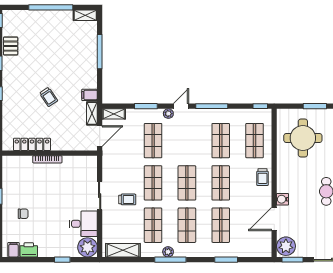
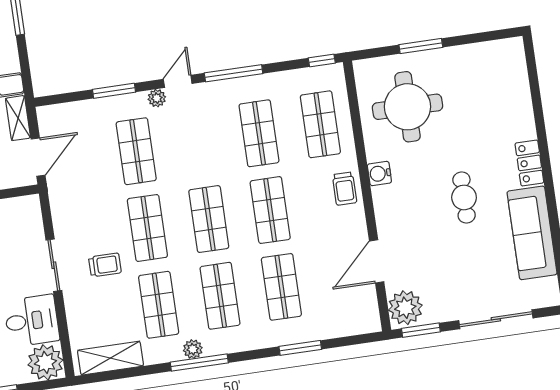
shelving: (114, 114) -> (58, 113), removed
water cooler: (283, 199) -> (379, 174), moved

